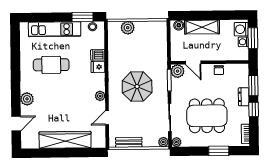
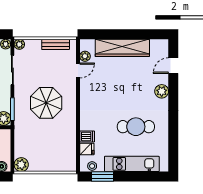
plant: (128, 28) -> (21, 165), moved
fridge: (98, 67) -> (87, 149), moved
plant: (100, 96) -> (85, 56), moved

